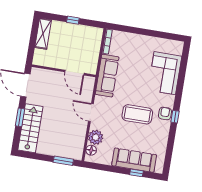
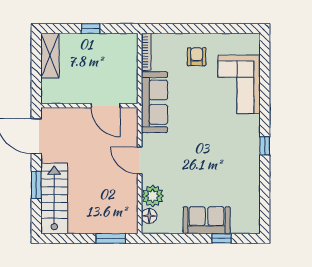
coffee table: (137, 114) -> (208, 152), removed
armchair: (165, 114) -> (197, 57), moved
sofa: (134, 160) -> (207, 220), width x0.73

